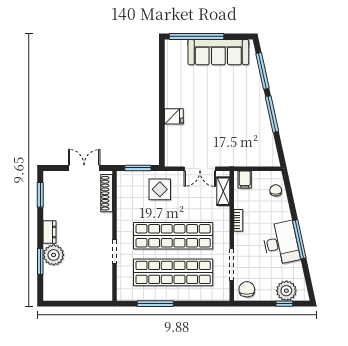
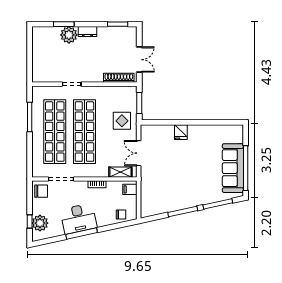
window: (197, 36) -> (246, 168), moved

